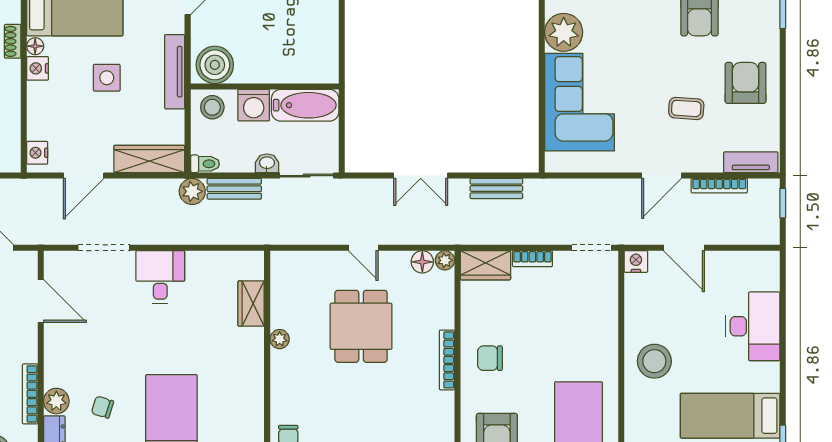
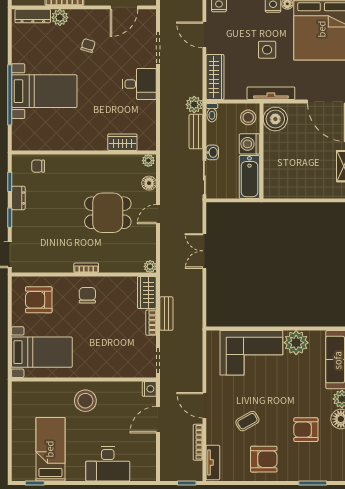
coffee table: (686, 108) -> (247, 421), turned 56
bench: (496, 188) -> (166, 314), moved
floor lamp: (422, 262) -> (149, 183), moved
plant: (280, 339) -> (148, 161), moved
bookcase: (447, 360) -> (86, 268), width x0.64
chair: (102, 407) -> (88, 46), moved

